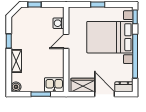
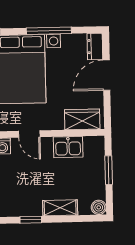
window: (135, 56) -> (49, 31), width x0.68
kitchen sink: (54, 85) -> (68, 147), moved, turned -90
wardrobe: (83, 85) -> (82, 119), moved, turned 90

